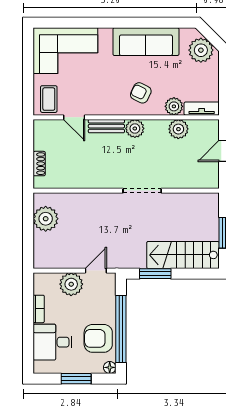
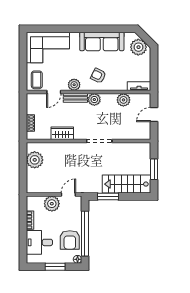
plant: (174, 106) -> (74, 85), moved
door: (74, 117) -> (54, 92), hinge flipped
wardrobe: (87, 179) -> (62, 133), added
armchair: (98, 338) -> (70, 240), turned -90

